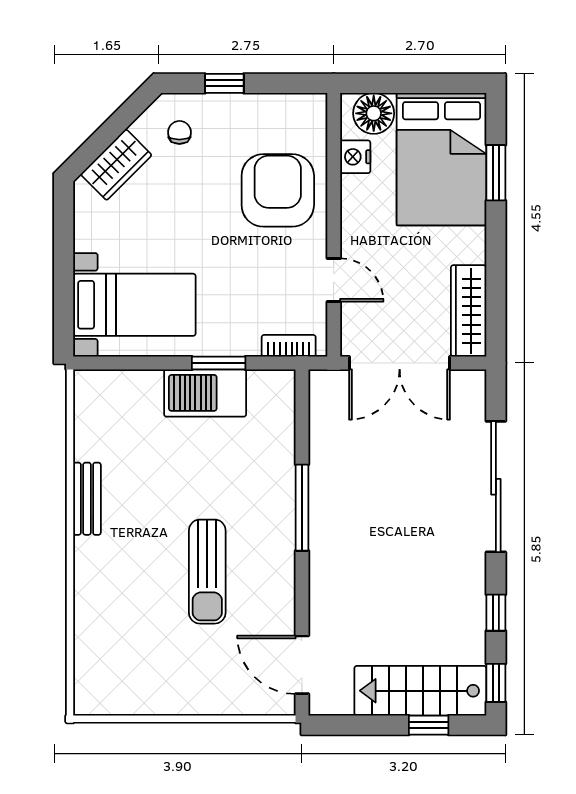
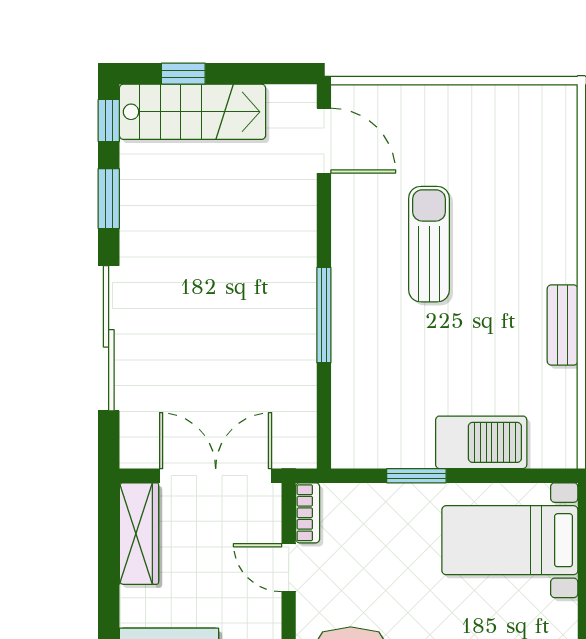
bookcase: (289, 346) -> (308, 513), moved, turned -90
barbecue: (205, 393) -> (481, 442), moved
window: (496, 613) -> (109, 199), width x1.50

